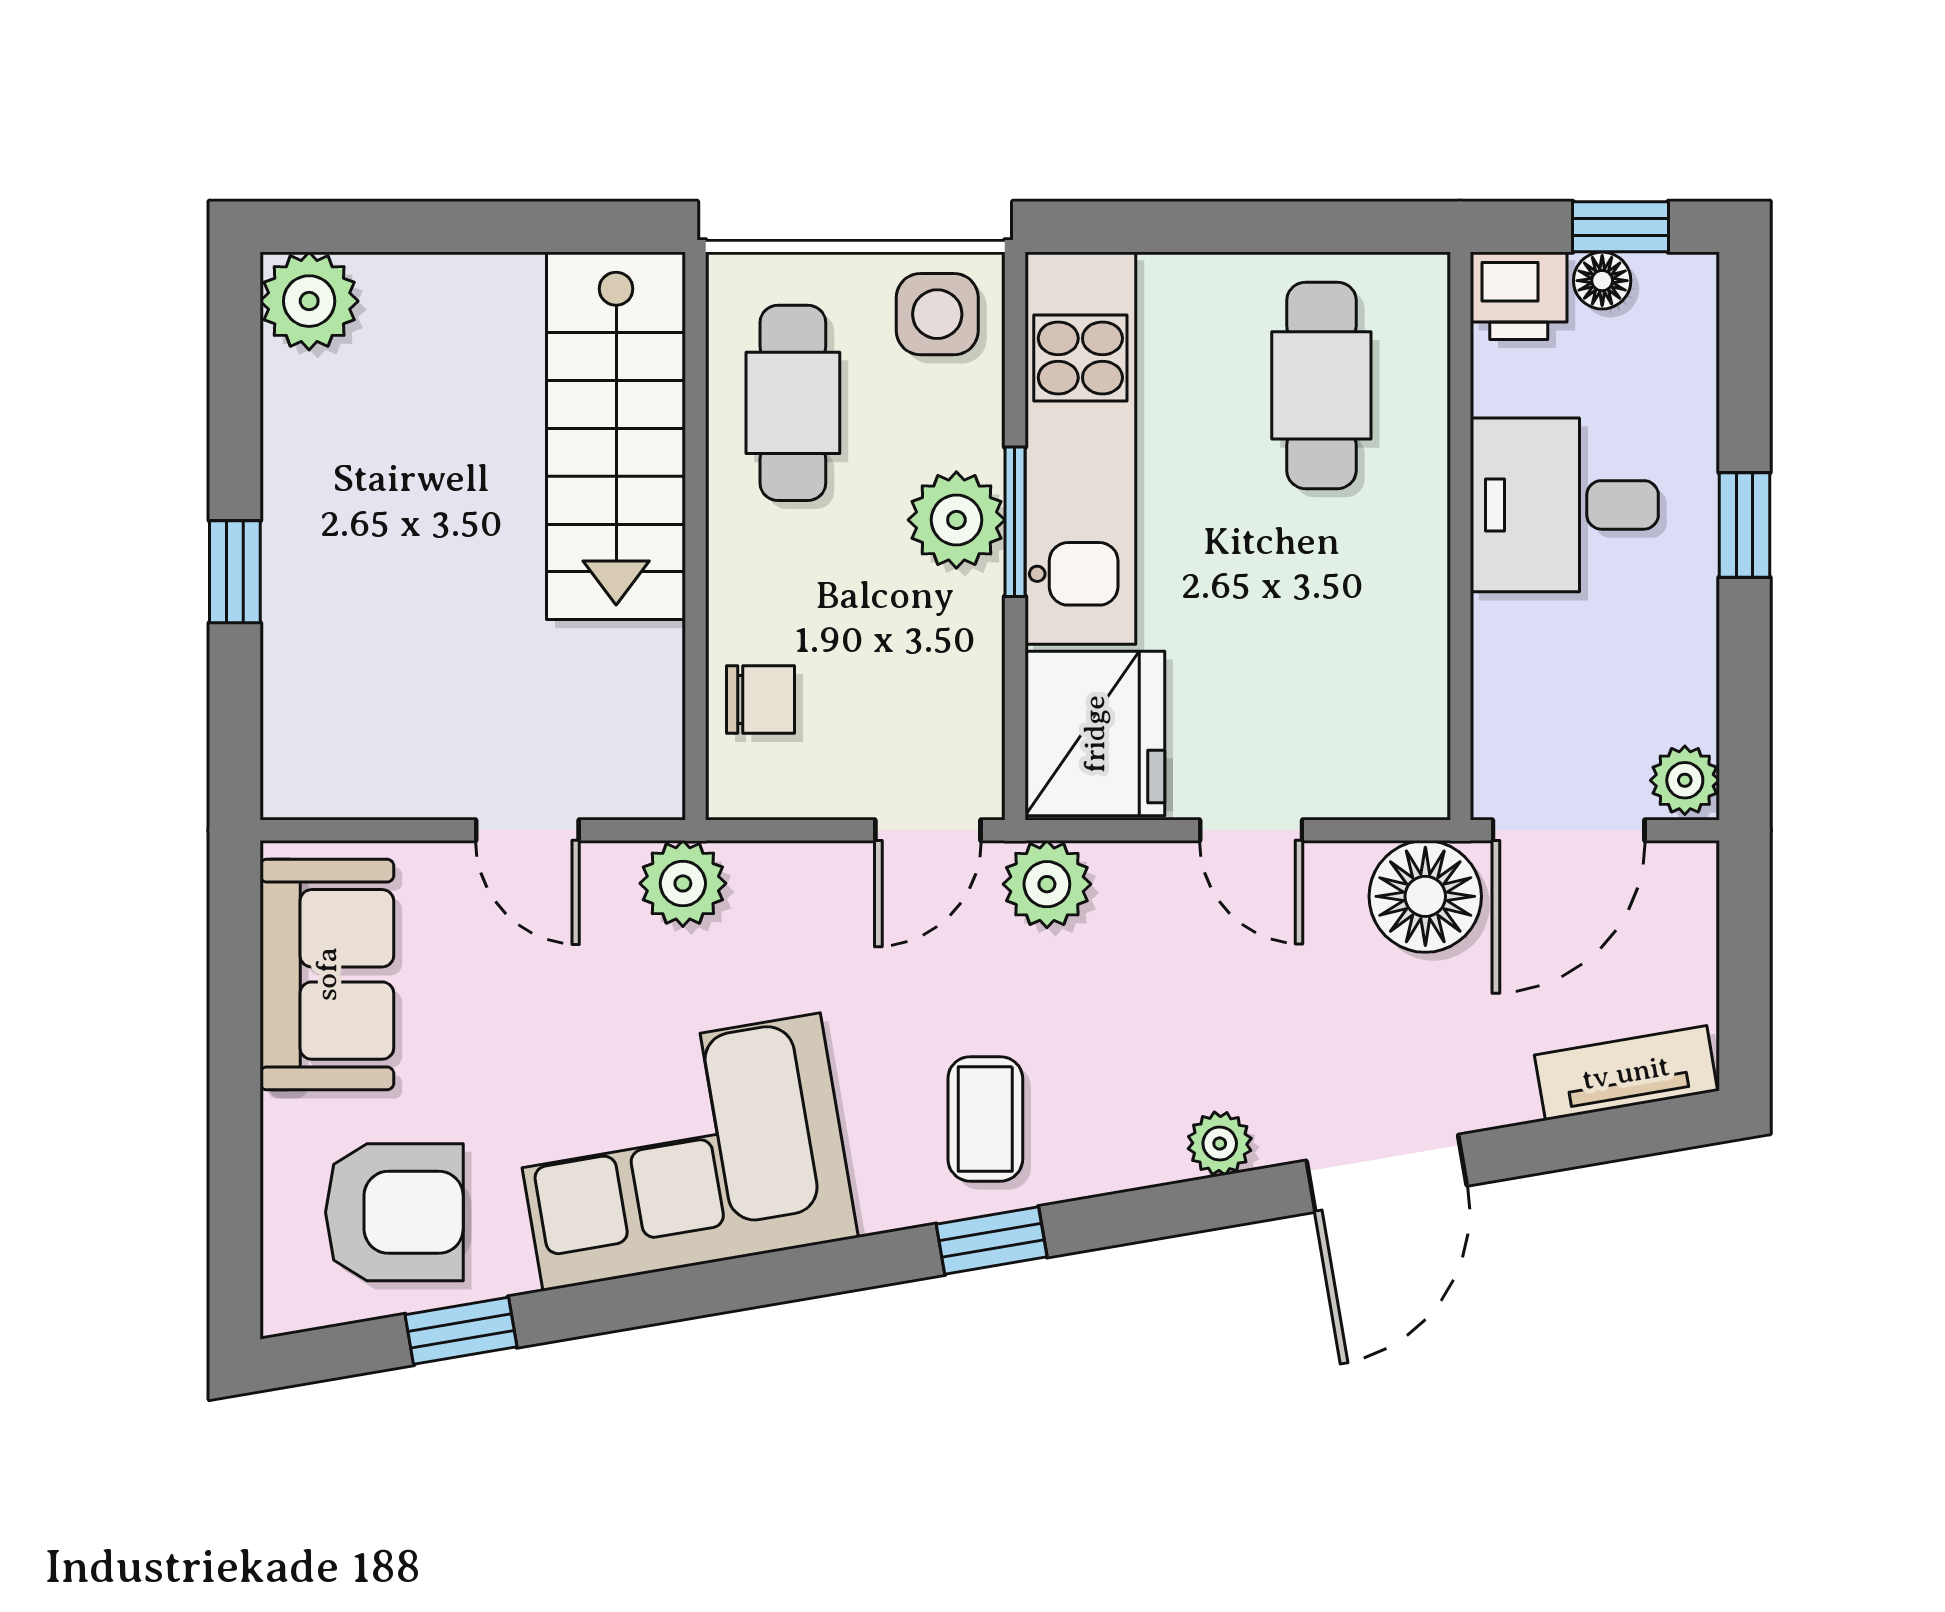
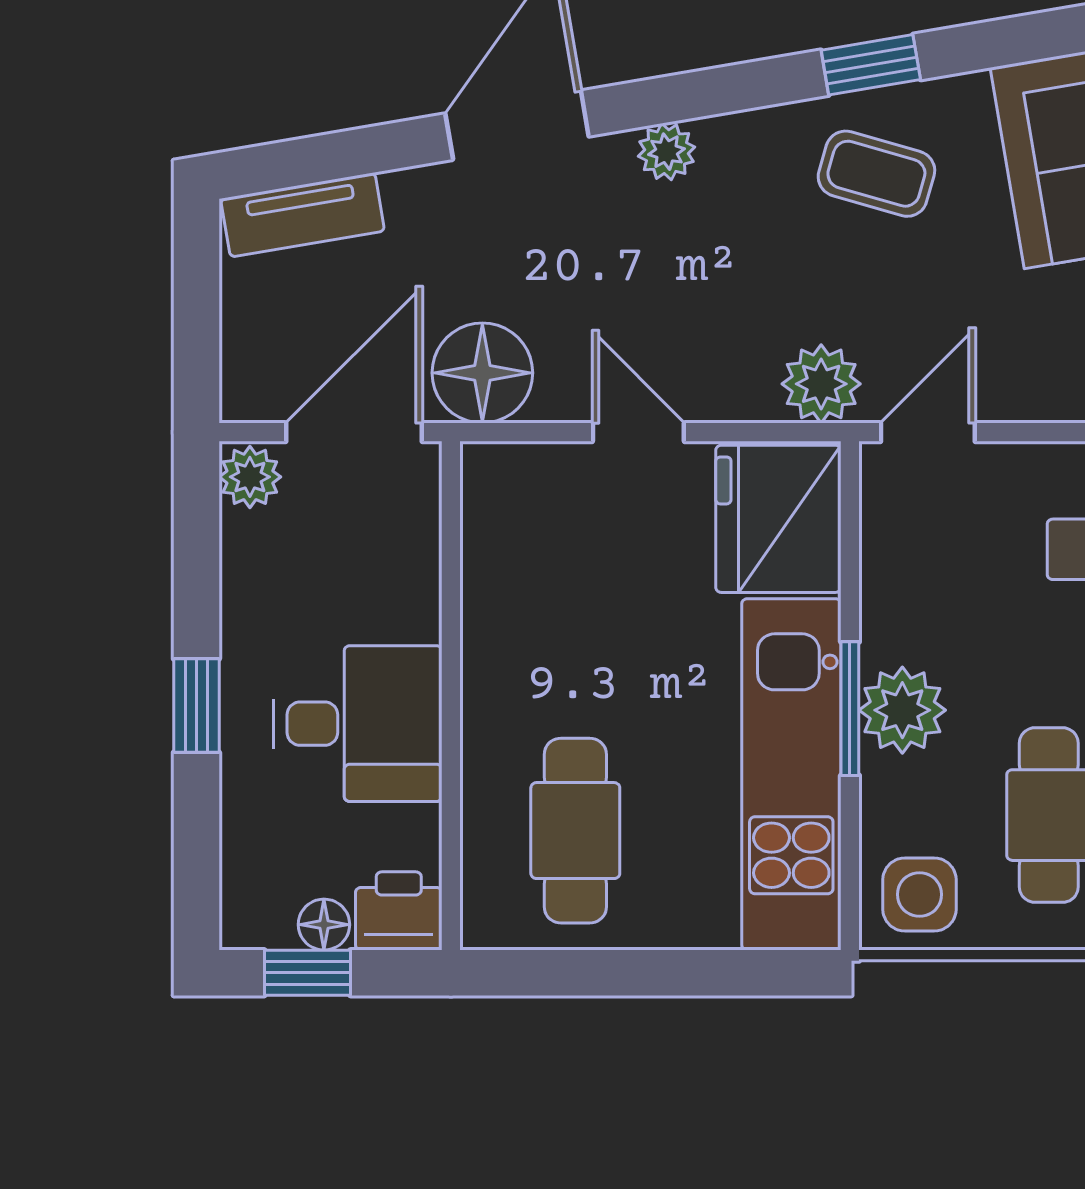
coffee table: (985, 1119) -> (876, 174), turned -74

